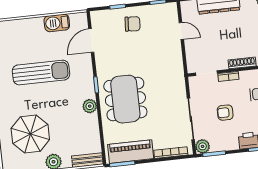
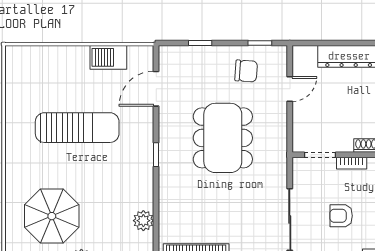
chair: (132, 24) -> (246, 71), moved
door: (181, 31) -> (290, 89), hinge flipped
dining table: (125, 99) -> (223, 138), moved
plant: (90, 106) -> (143, 221), moved

